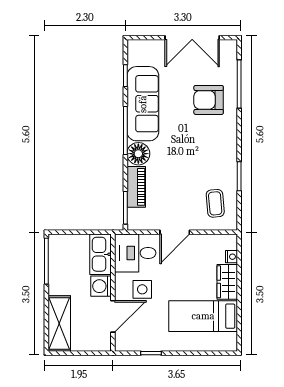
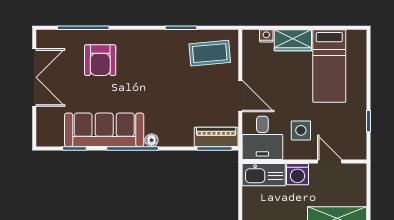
floor lamp: (138, 154) -> (152, 140), width x0.53, depth x0.53
piano: (136, 187) -> (216, 137), moved
coffee table: (215, 203) -> (210, 53), width x1.36, depth x1.30
door: (113, 316) -> (330, 161), width x0.73

